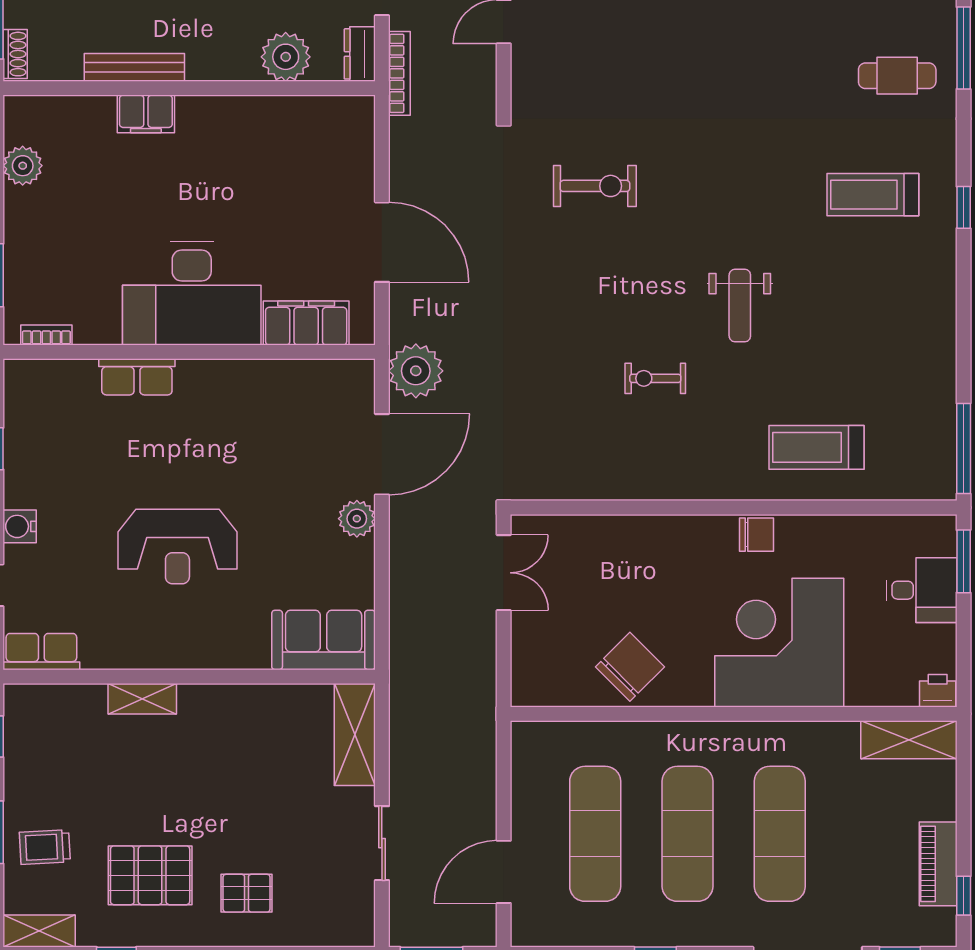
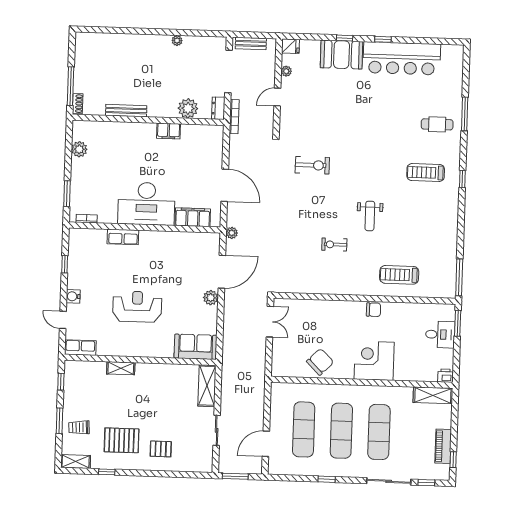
filing cabinet: (146, 114) -> (169, 131), moved
plant: (416, 371) -> (232, 233), width x0.53, depth x0.53
reception desk: (177, 547) -> (137, 307), turned 180
corner desk: (779, 643) -> (374, 361), width x0.74, depth x0.74

